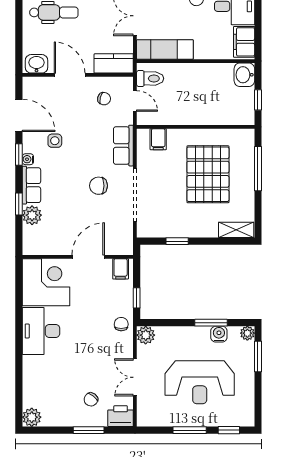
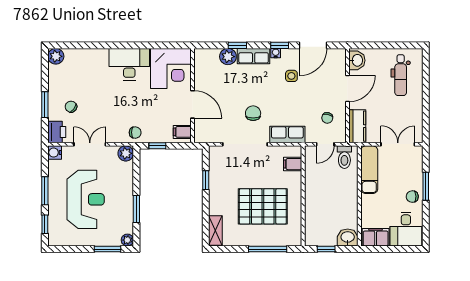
water cooler: (219, 334) -> (55, 153), moved, turned 180
reception desk: (200, 382) -> (86, 199), turned 180

